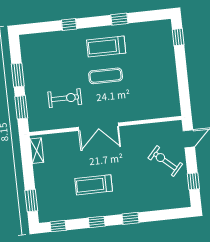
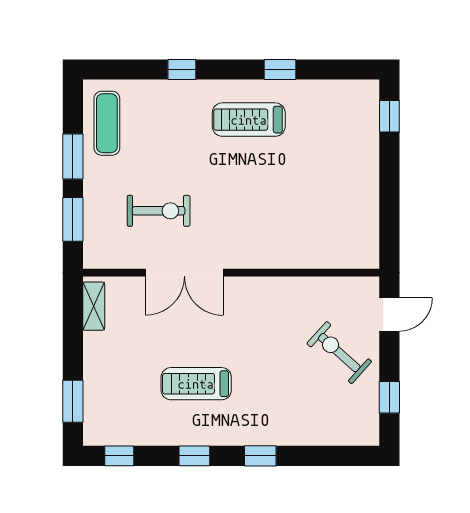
exercise mat: (106, 76) -> (107, 123), moved, turned 90
double door: (98, 127) -> (184, 273), moved

